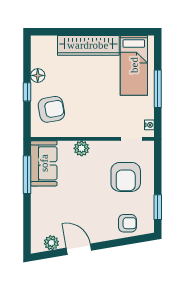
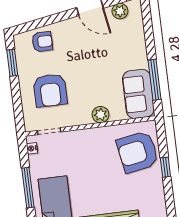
floor lamp: (38, 75) -> (156, 186), removed
armchair: (51, 109) -> (138, 152), width x1.36, depth x1.36
armchair: (126, 177) -> (50, 90), turned 180
armchair: (127, 223) -> (42, 42), turned 180

